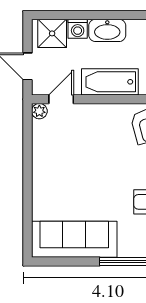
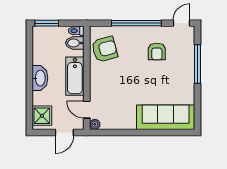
washing machine: (78, 29) -> (39, 98), removed
sofa: (74, 239) -> (166, 117), moved, turned 90

